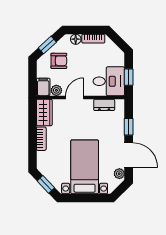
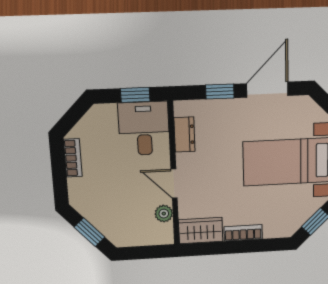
floor lamp: (76, 39) -> (76, 187), removed
armchair: (59, 61) -> (115, 212), removed
filing cabinet: (43, 87) -> (159, 235), removed
plant: (119, 174) -> (298, 104), removed

